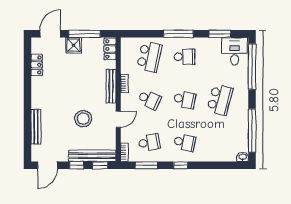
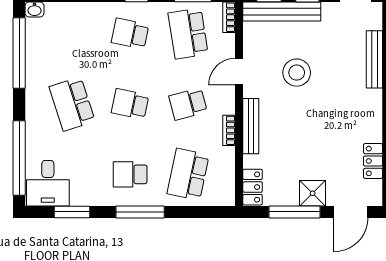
school desk: (149, 100) -> (188, 104), turned -39
school desk: (220, 100) -> (72, 104), turned -33
school desk: (149, 142) -> (188, 34), width x1.85

